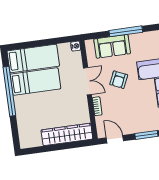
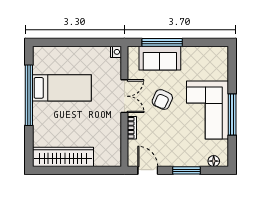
window: (126, 31) -> (162, 42), moved
bed: (33, 58) -> (63, 60), removed
wardrobe: (67, 134) -> (63, 157), moved

